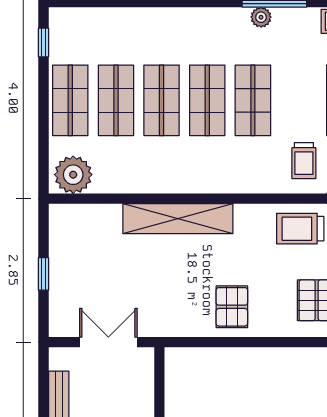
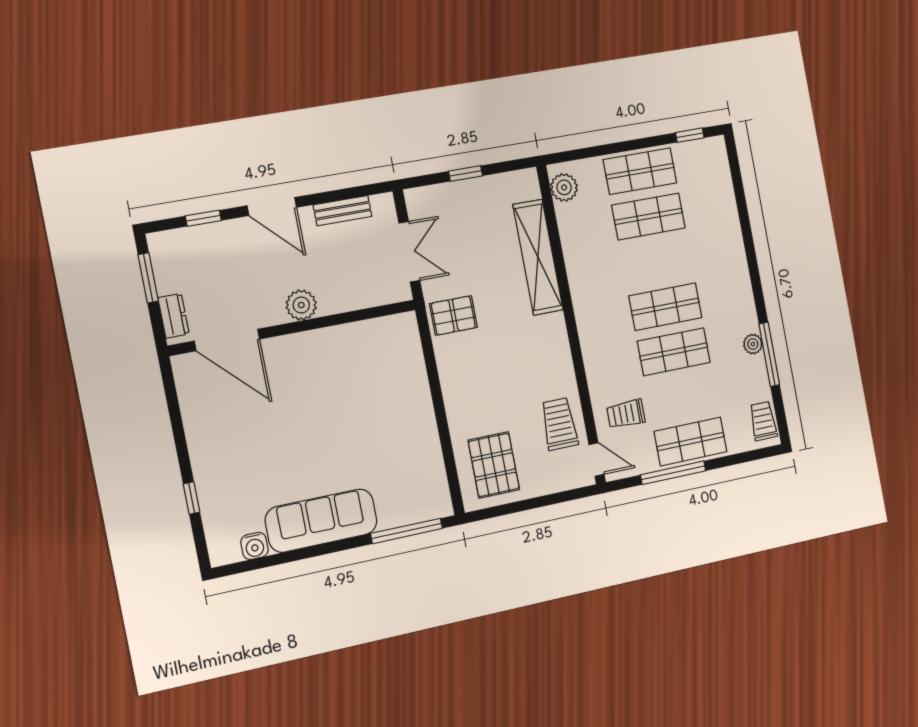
shop shelf: (162, 100) -> (657, 262), removed
plant: (73, 175) -> (564, 187), width x0.73, depth x0.73
shelving: (178, 219) -> (538, 257), moved
pallet: (232, 307) -> (453, 316), moved

